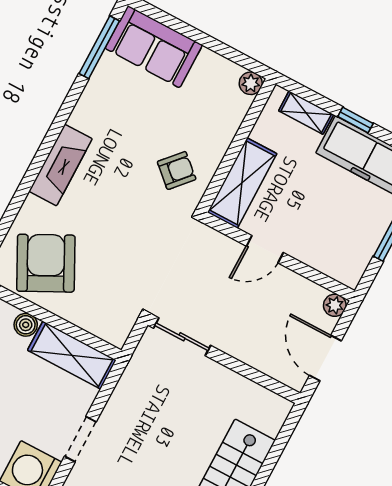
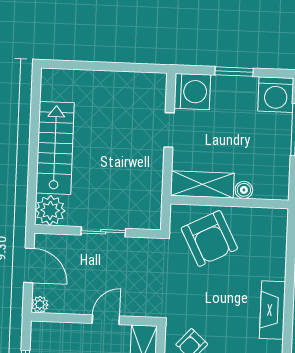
armchair: (46, 263) -> (209, 238), moved
sliding door: (182, 337) -> (103, 232), moved
plant: (268, 412) -> (50, 210), added

